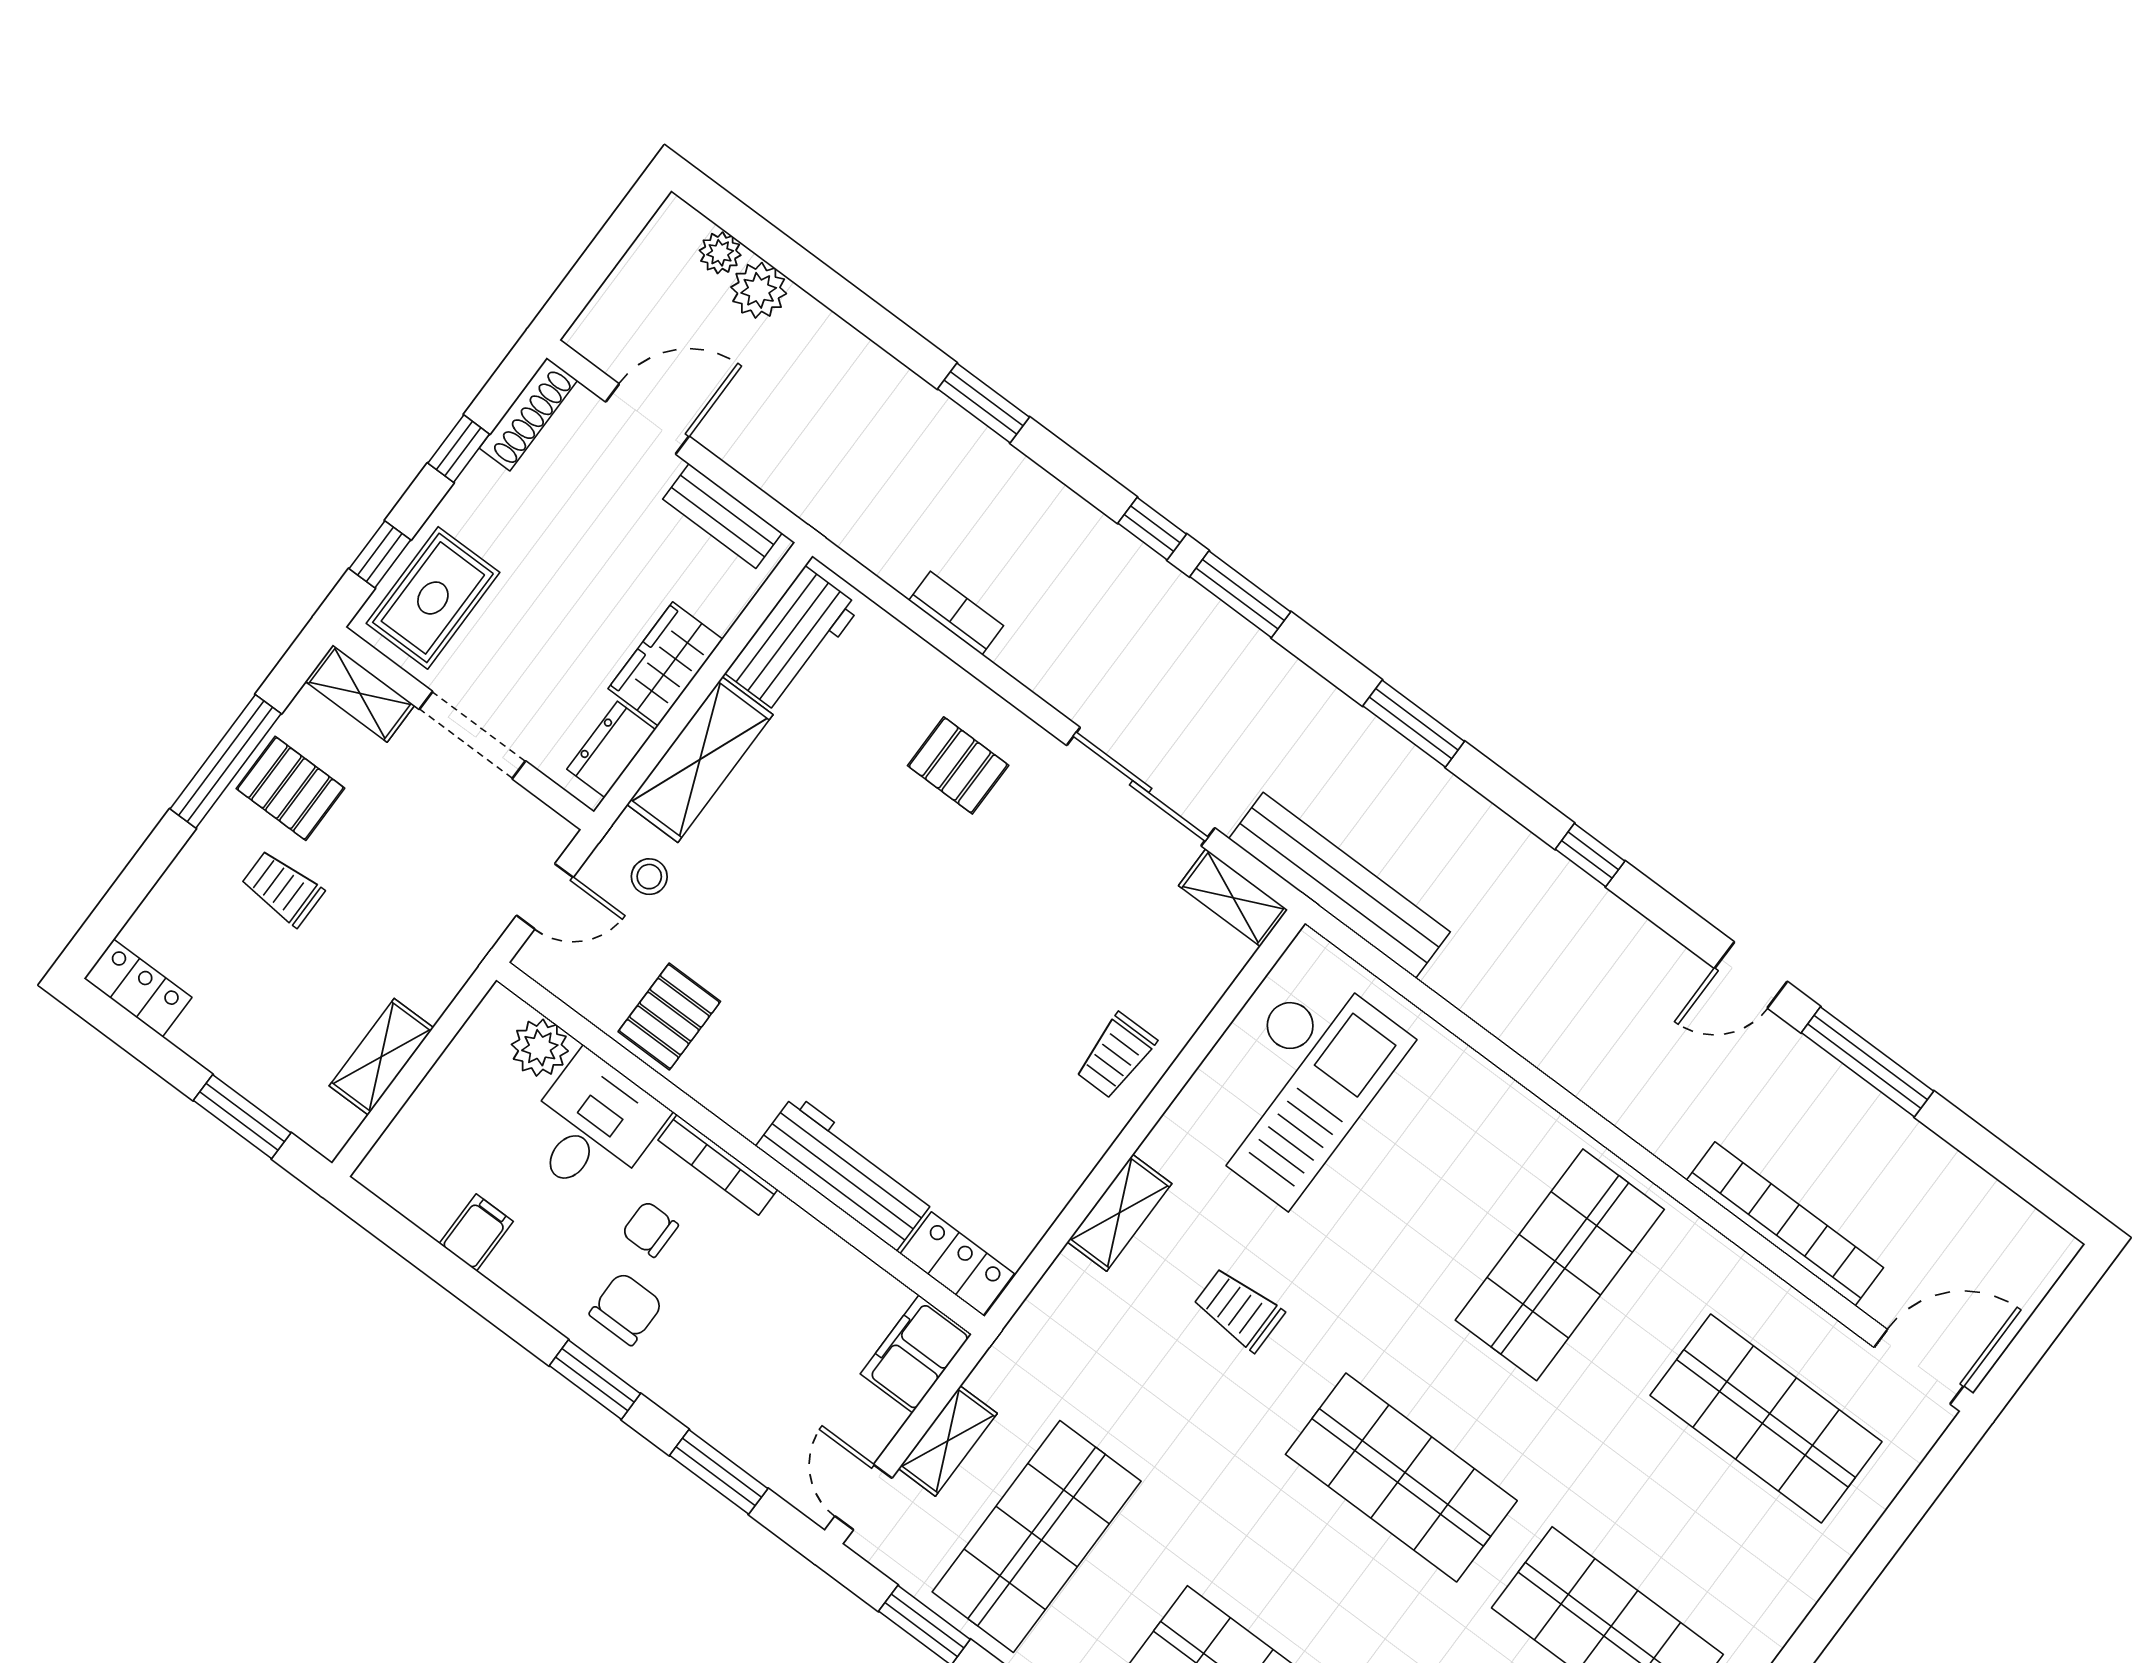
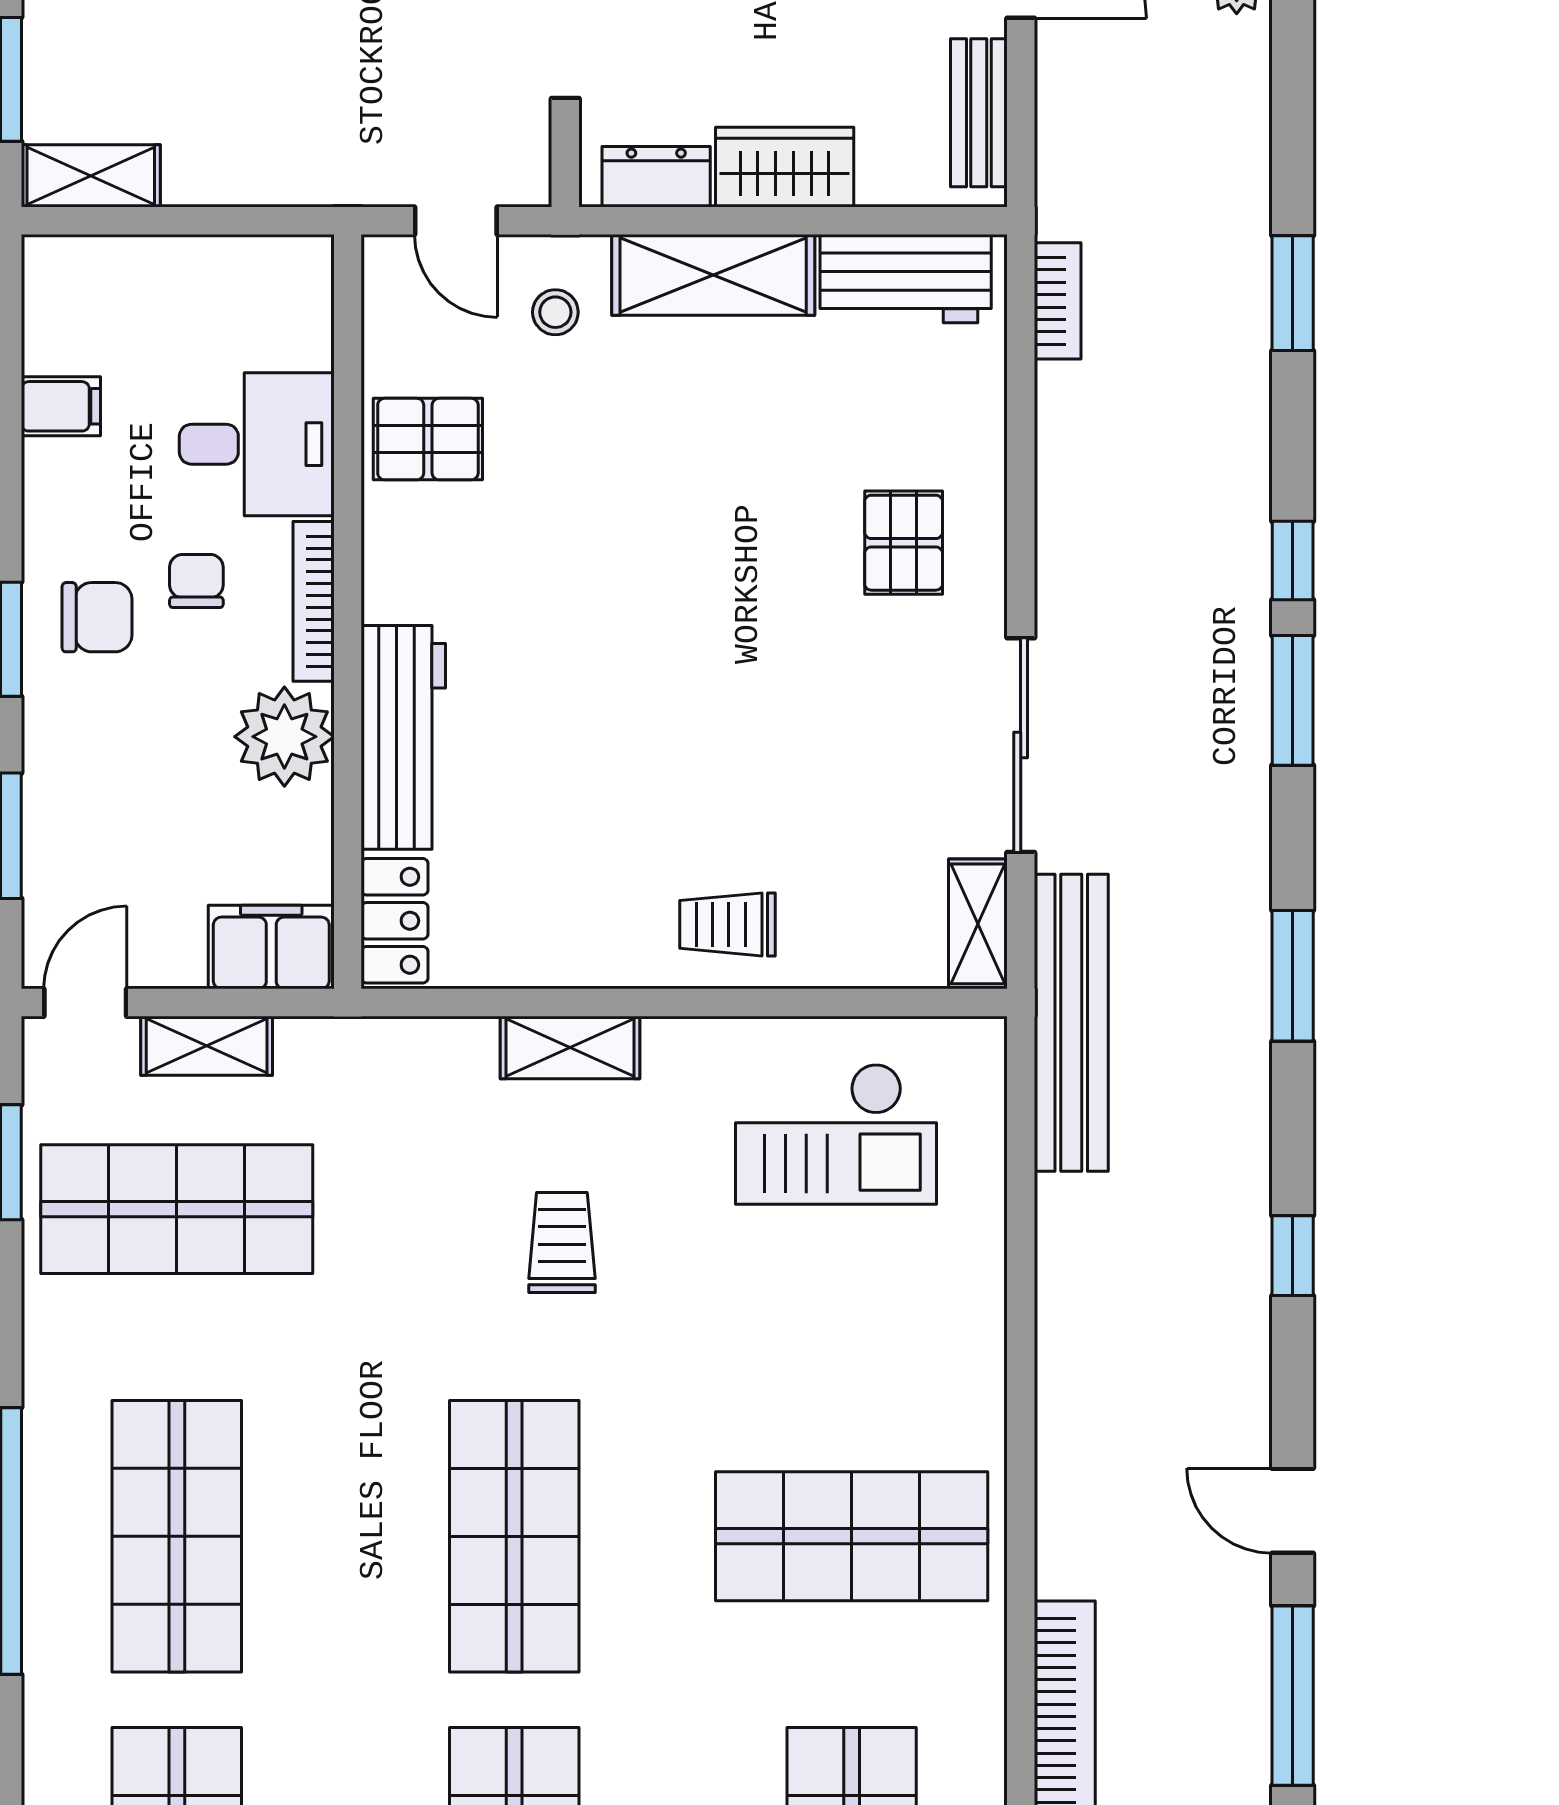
bookcase: (956, 613) -> (1058, 301), moved
plant: (540, 1048) -> (284, 737), moved, width x1.36, depth x1.36
shelving: (381, 1057) -> (91, 176), moved
checkout: (1299, 1086) -> (836, 1134), width x0.73, depth x0.83

